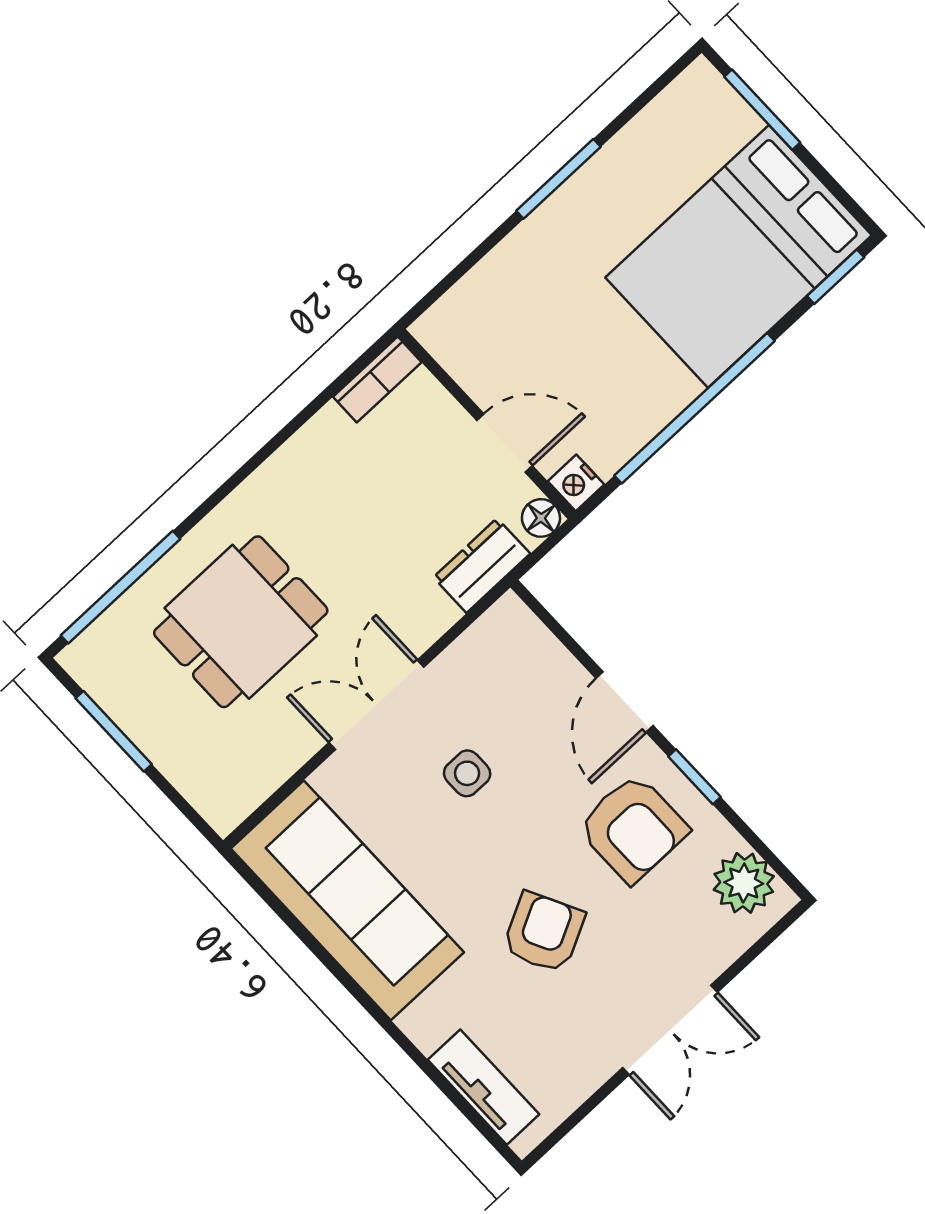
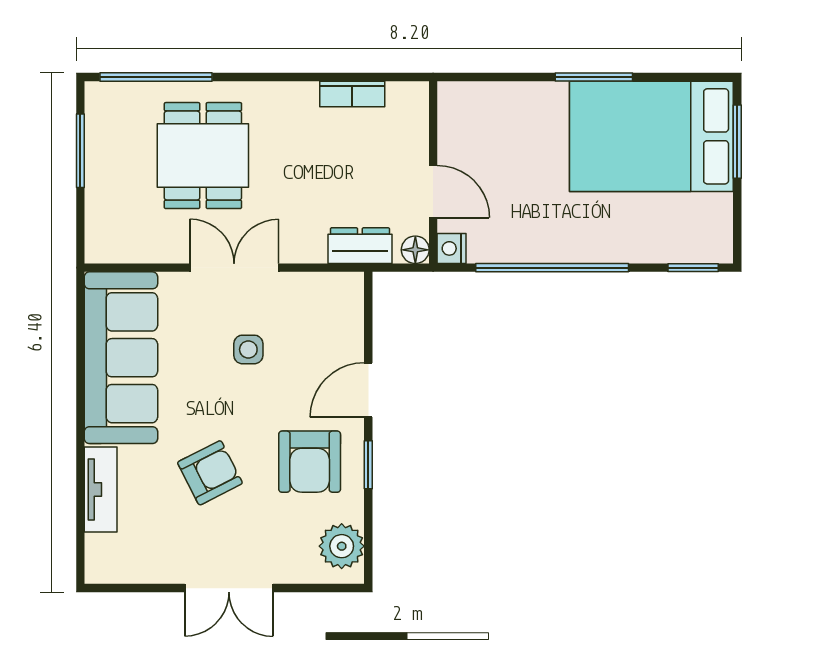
bed: (738, 256) -> (651, 136), moved
bookcase: (377, 380) -> (352, 94), moved
dining table: (241, 622) -> (203, 156), turned 90
tv unit: (483, 1087) -> (101, 490), moved

